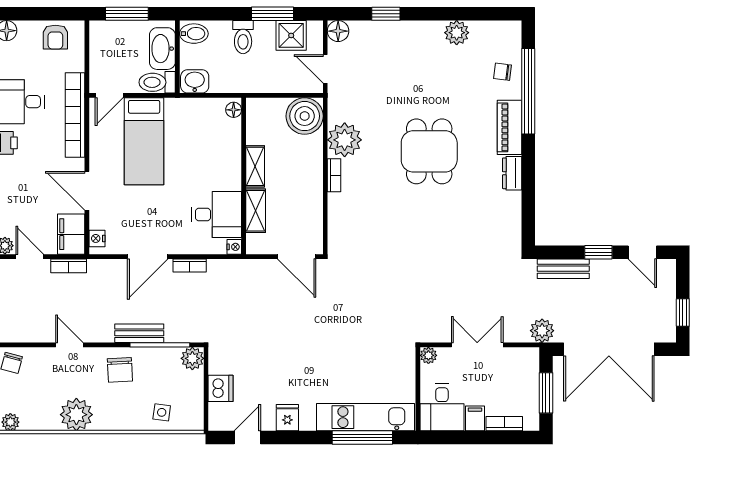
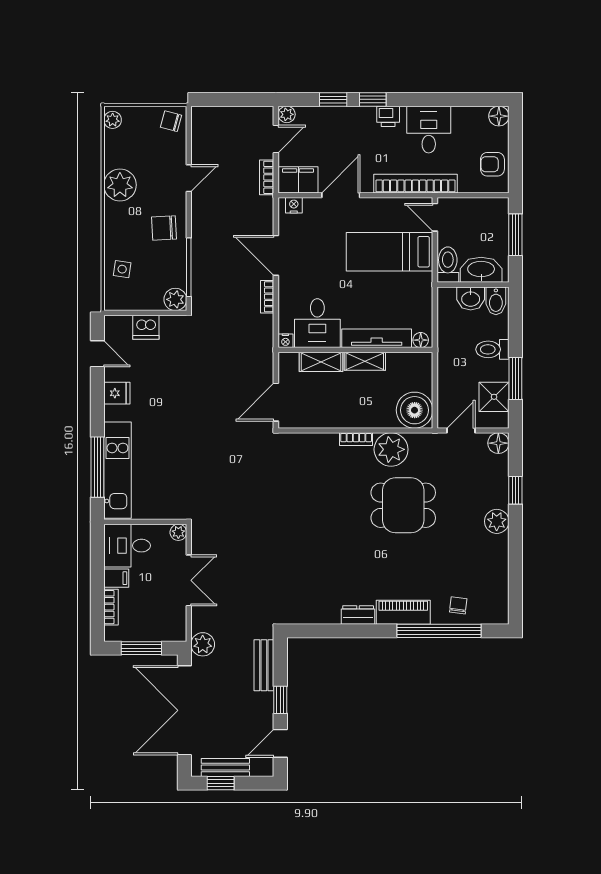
plant: (457, 33) -> (497, 521), moved
washbasin: (195, 81) -> (471, 298), moved, turned 90
dining table: (429, 151) -> (403, 505), moved
tv unit: (232, 154) -> (377, 338), added
bench: (139, 333) -> (225, 767), moved, turned 90

